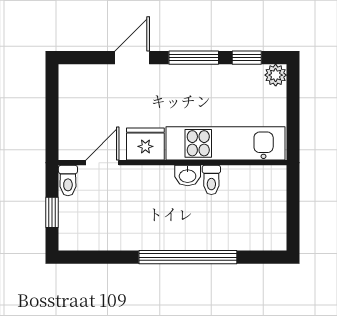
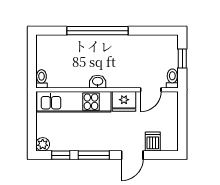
dishwasher: (99, 80) -> (153, 142), added
toilet: (211, 180) -> (41, 79), moved

